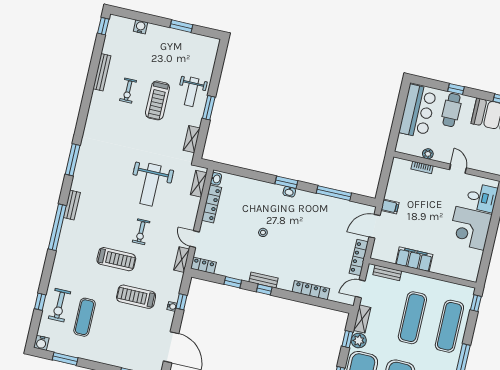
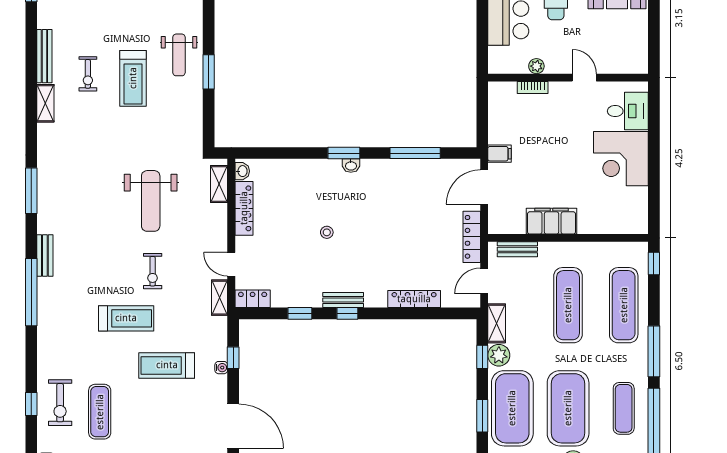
shelving: (192, 139) -> (45, 103), moved

